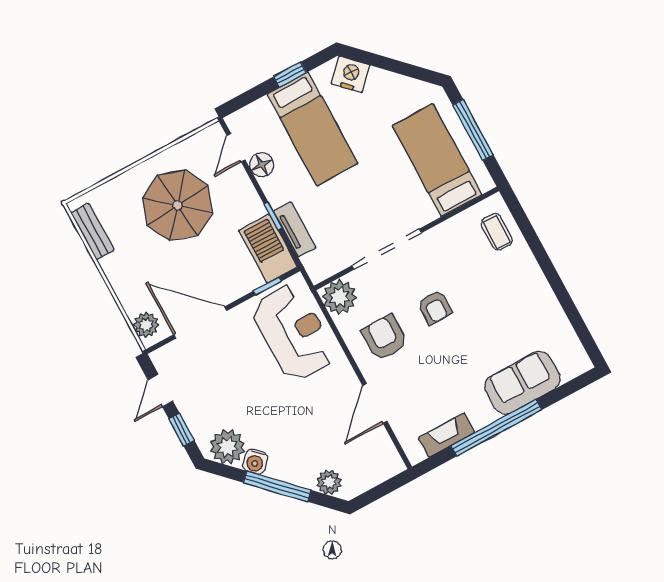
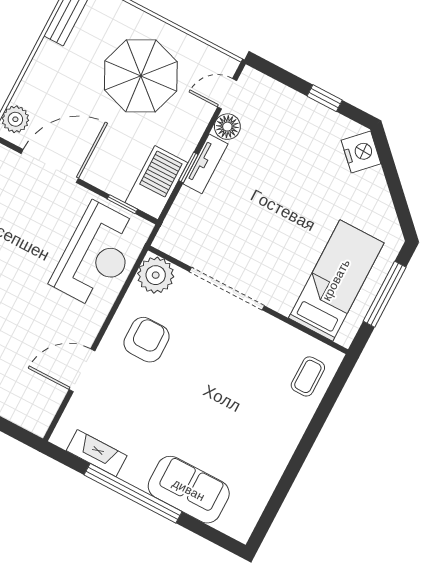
bed: (312, 129) -> (290, 151), removed
tv unit: (295, 229) -> (205, 164), moved
armchair: (435, 307) -> (203, 366), removed
door: (200, 323) -> (50, 166), hinge flipped

